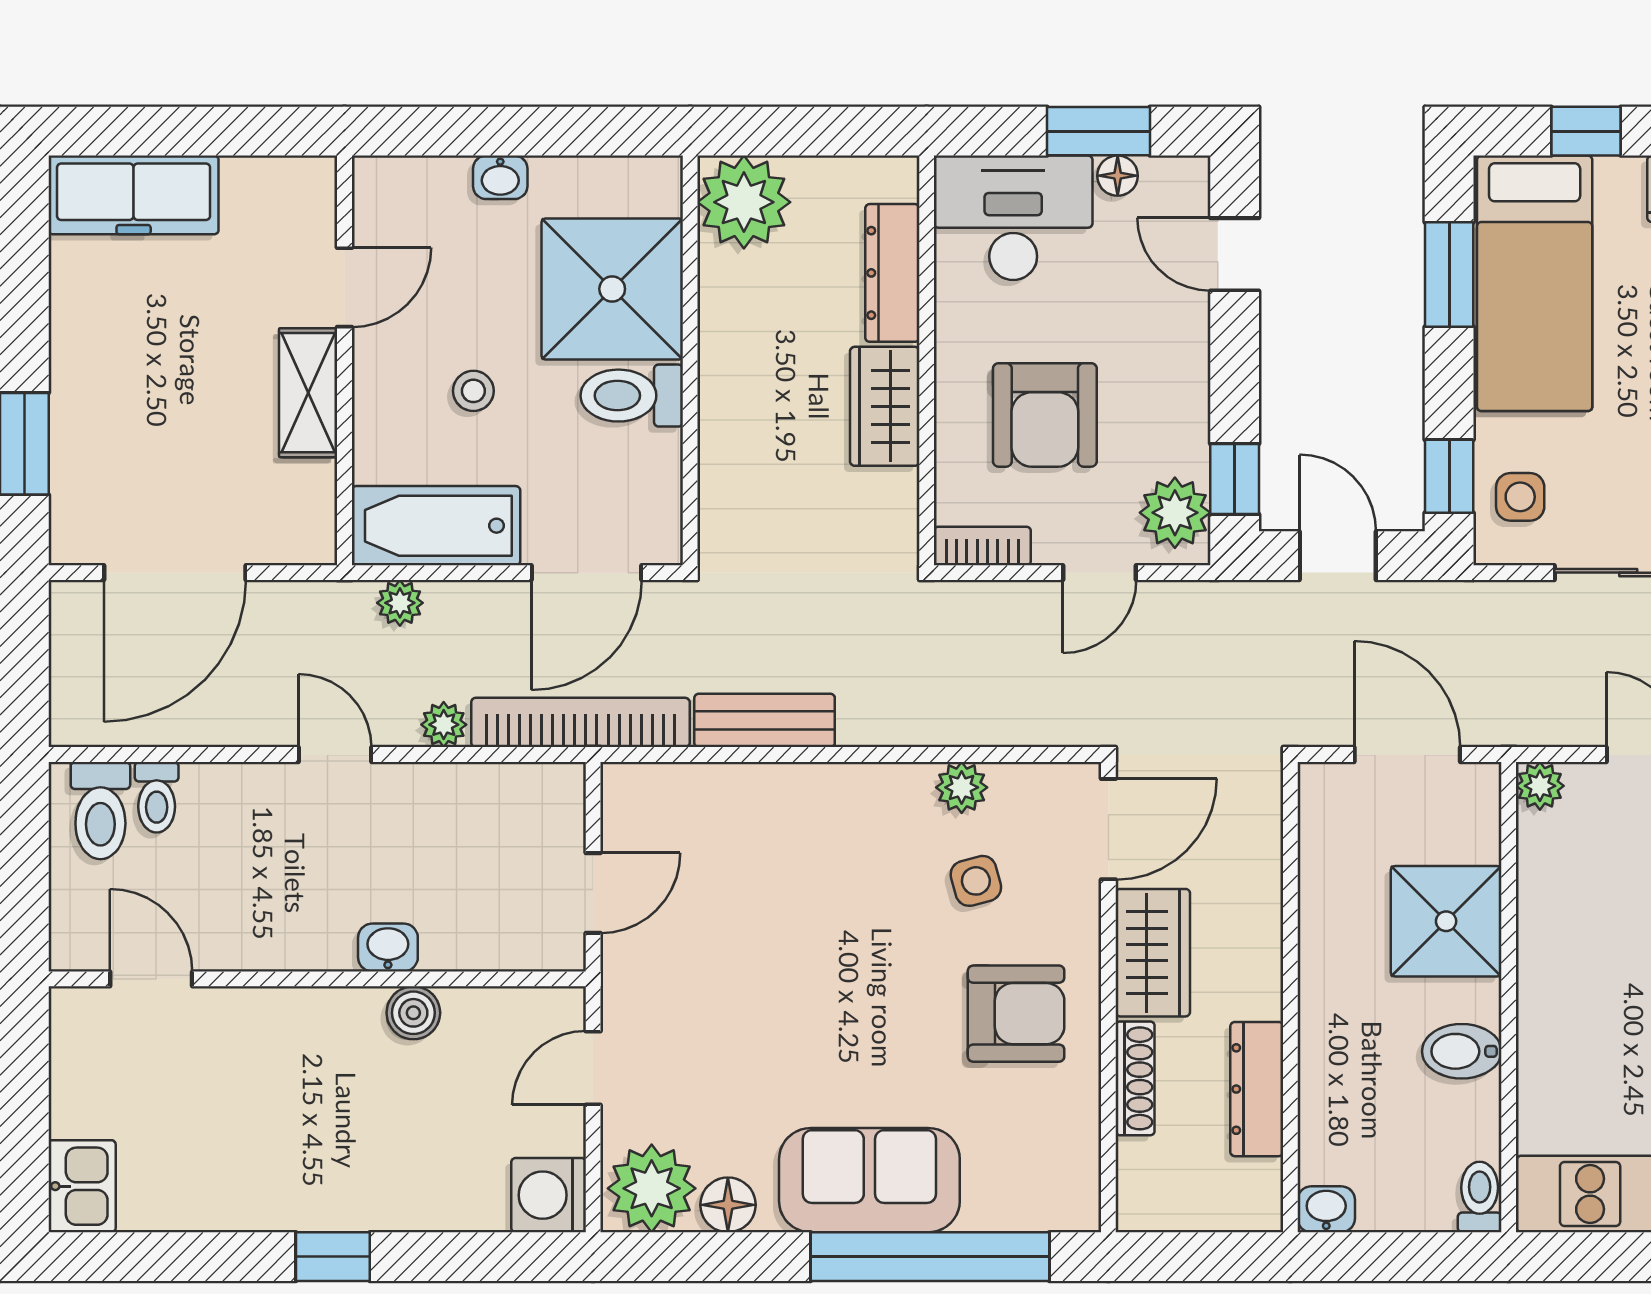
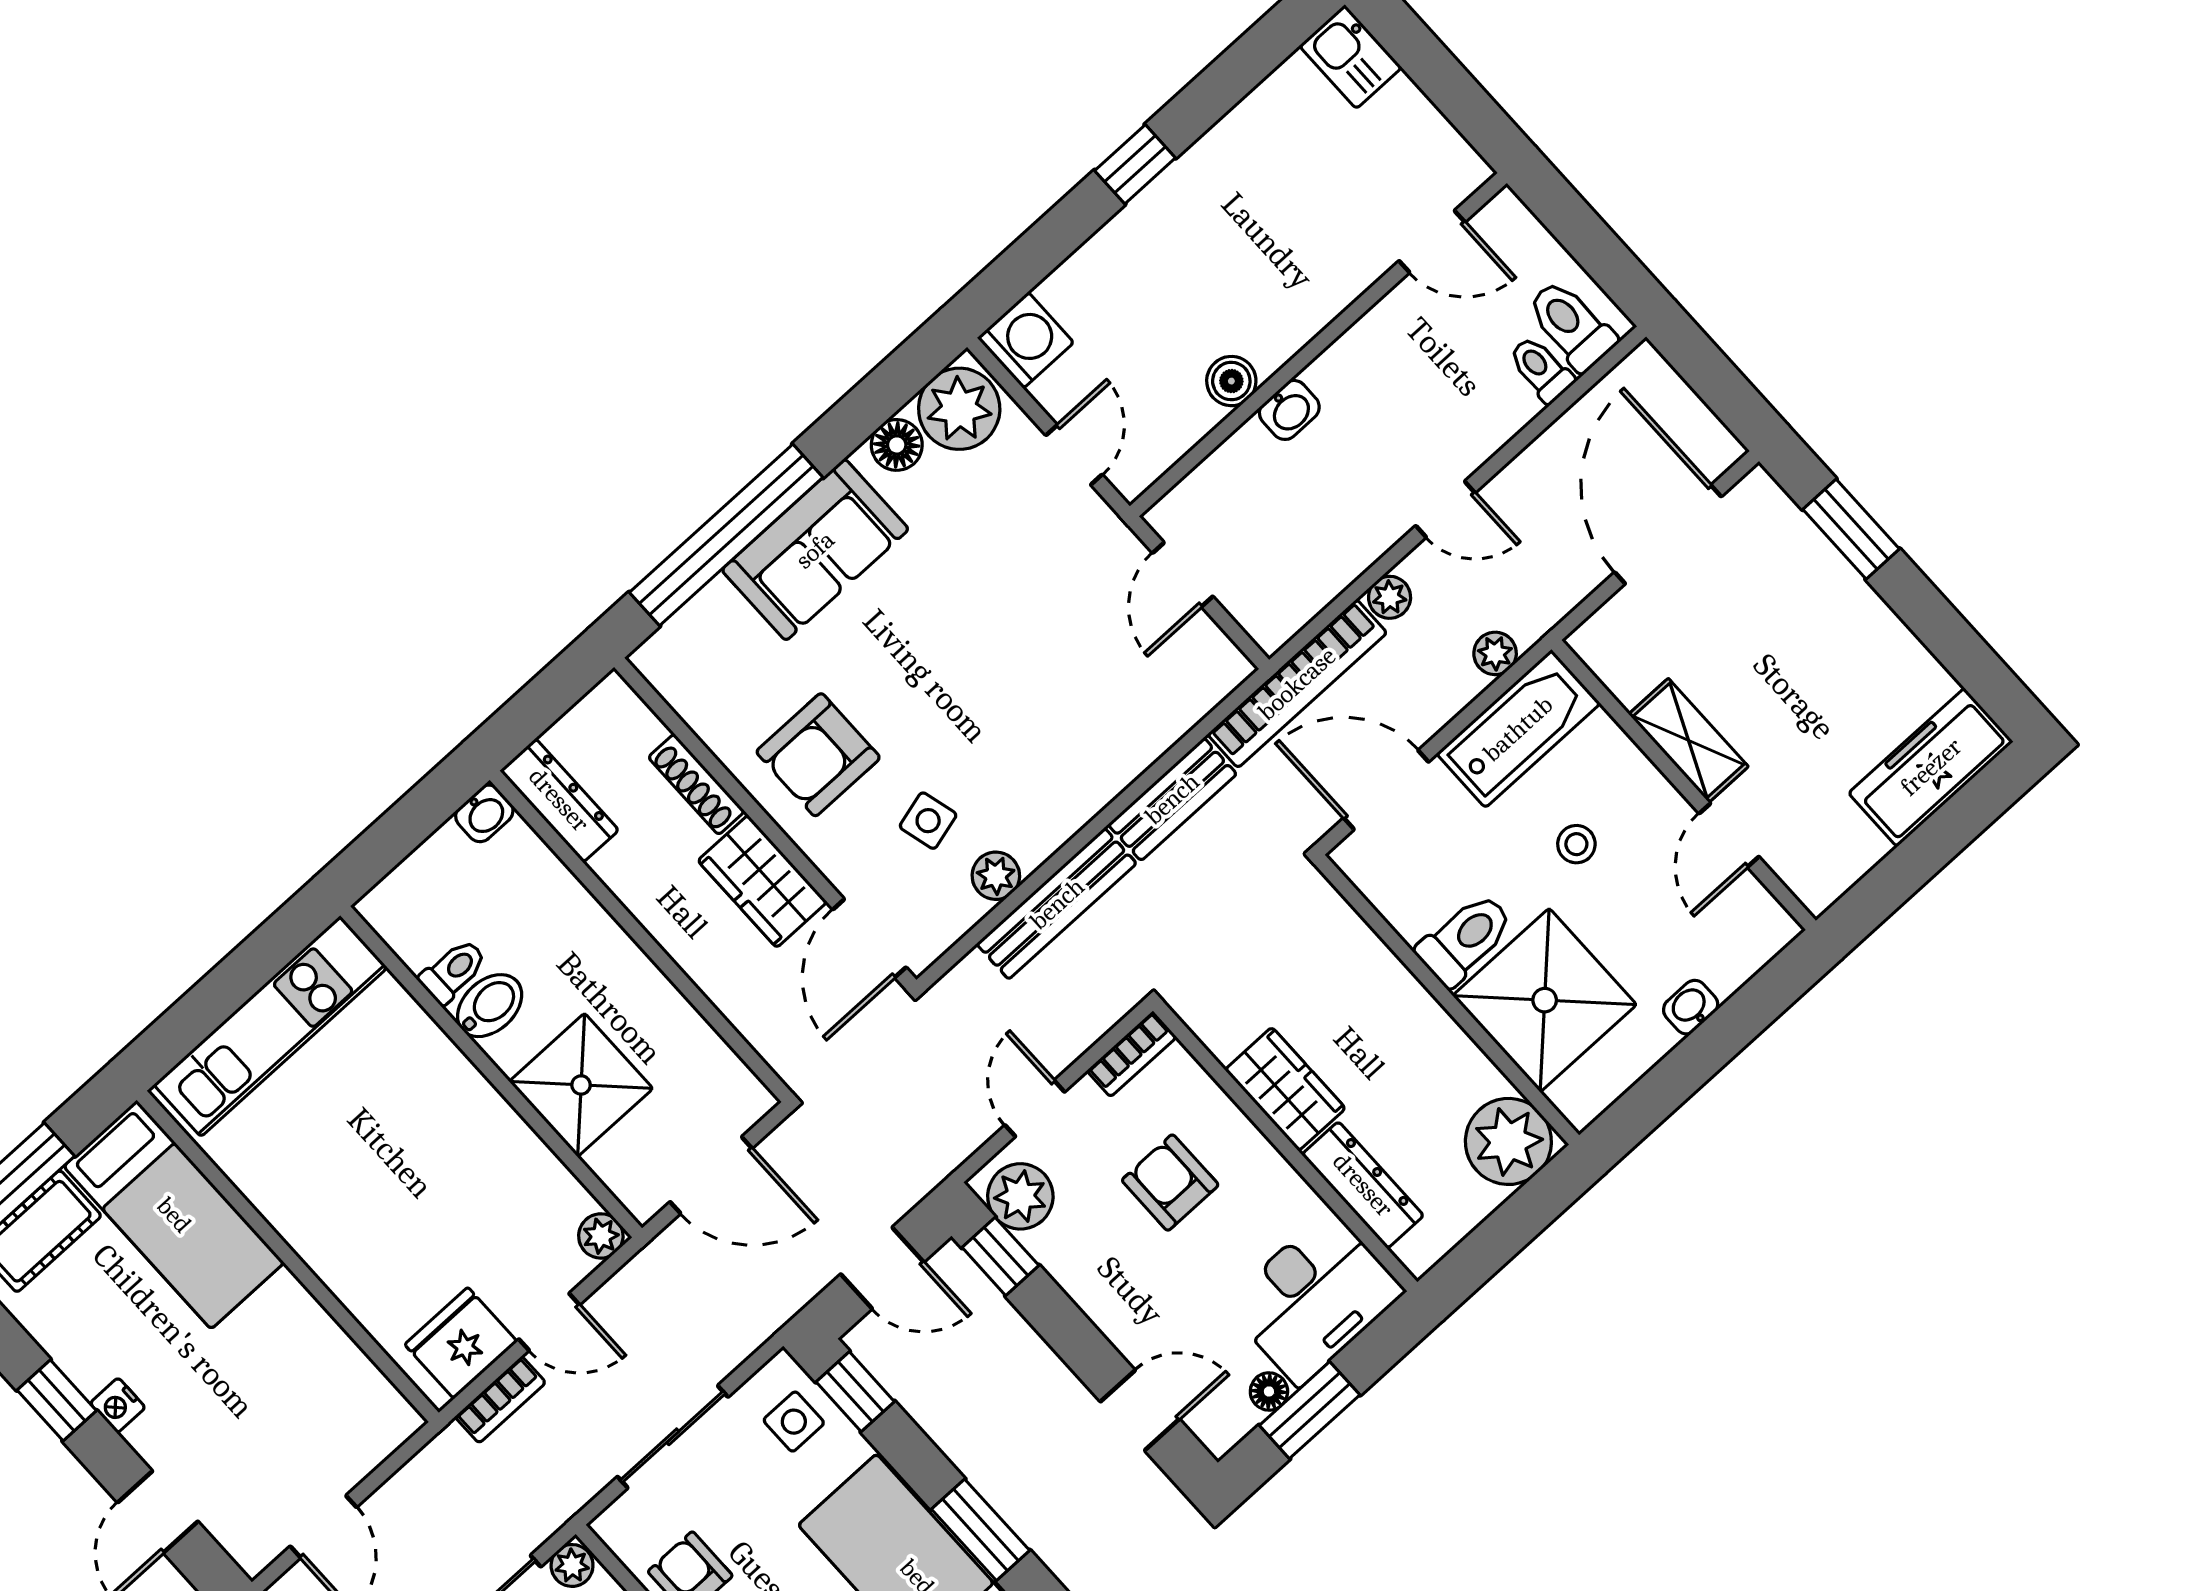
armchair: (1045, 415) -> (1170, 1183), width x0.72, depth x0.72
door: (586, 573) -> (1386, 790), hinge flipped
bench: (933, 721) -> (1057, 904), added
dresser: (1257, 1089) -> (559, 800), moved
toilet: (1480, 1197) -> (453, 971), moved, turned -90

